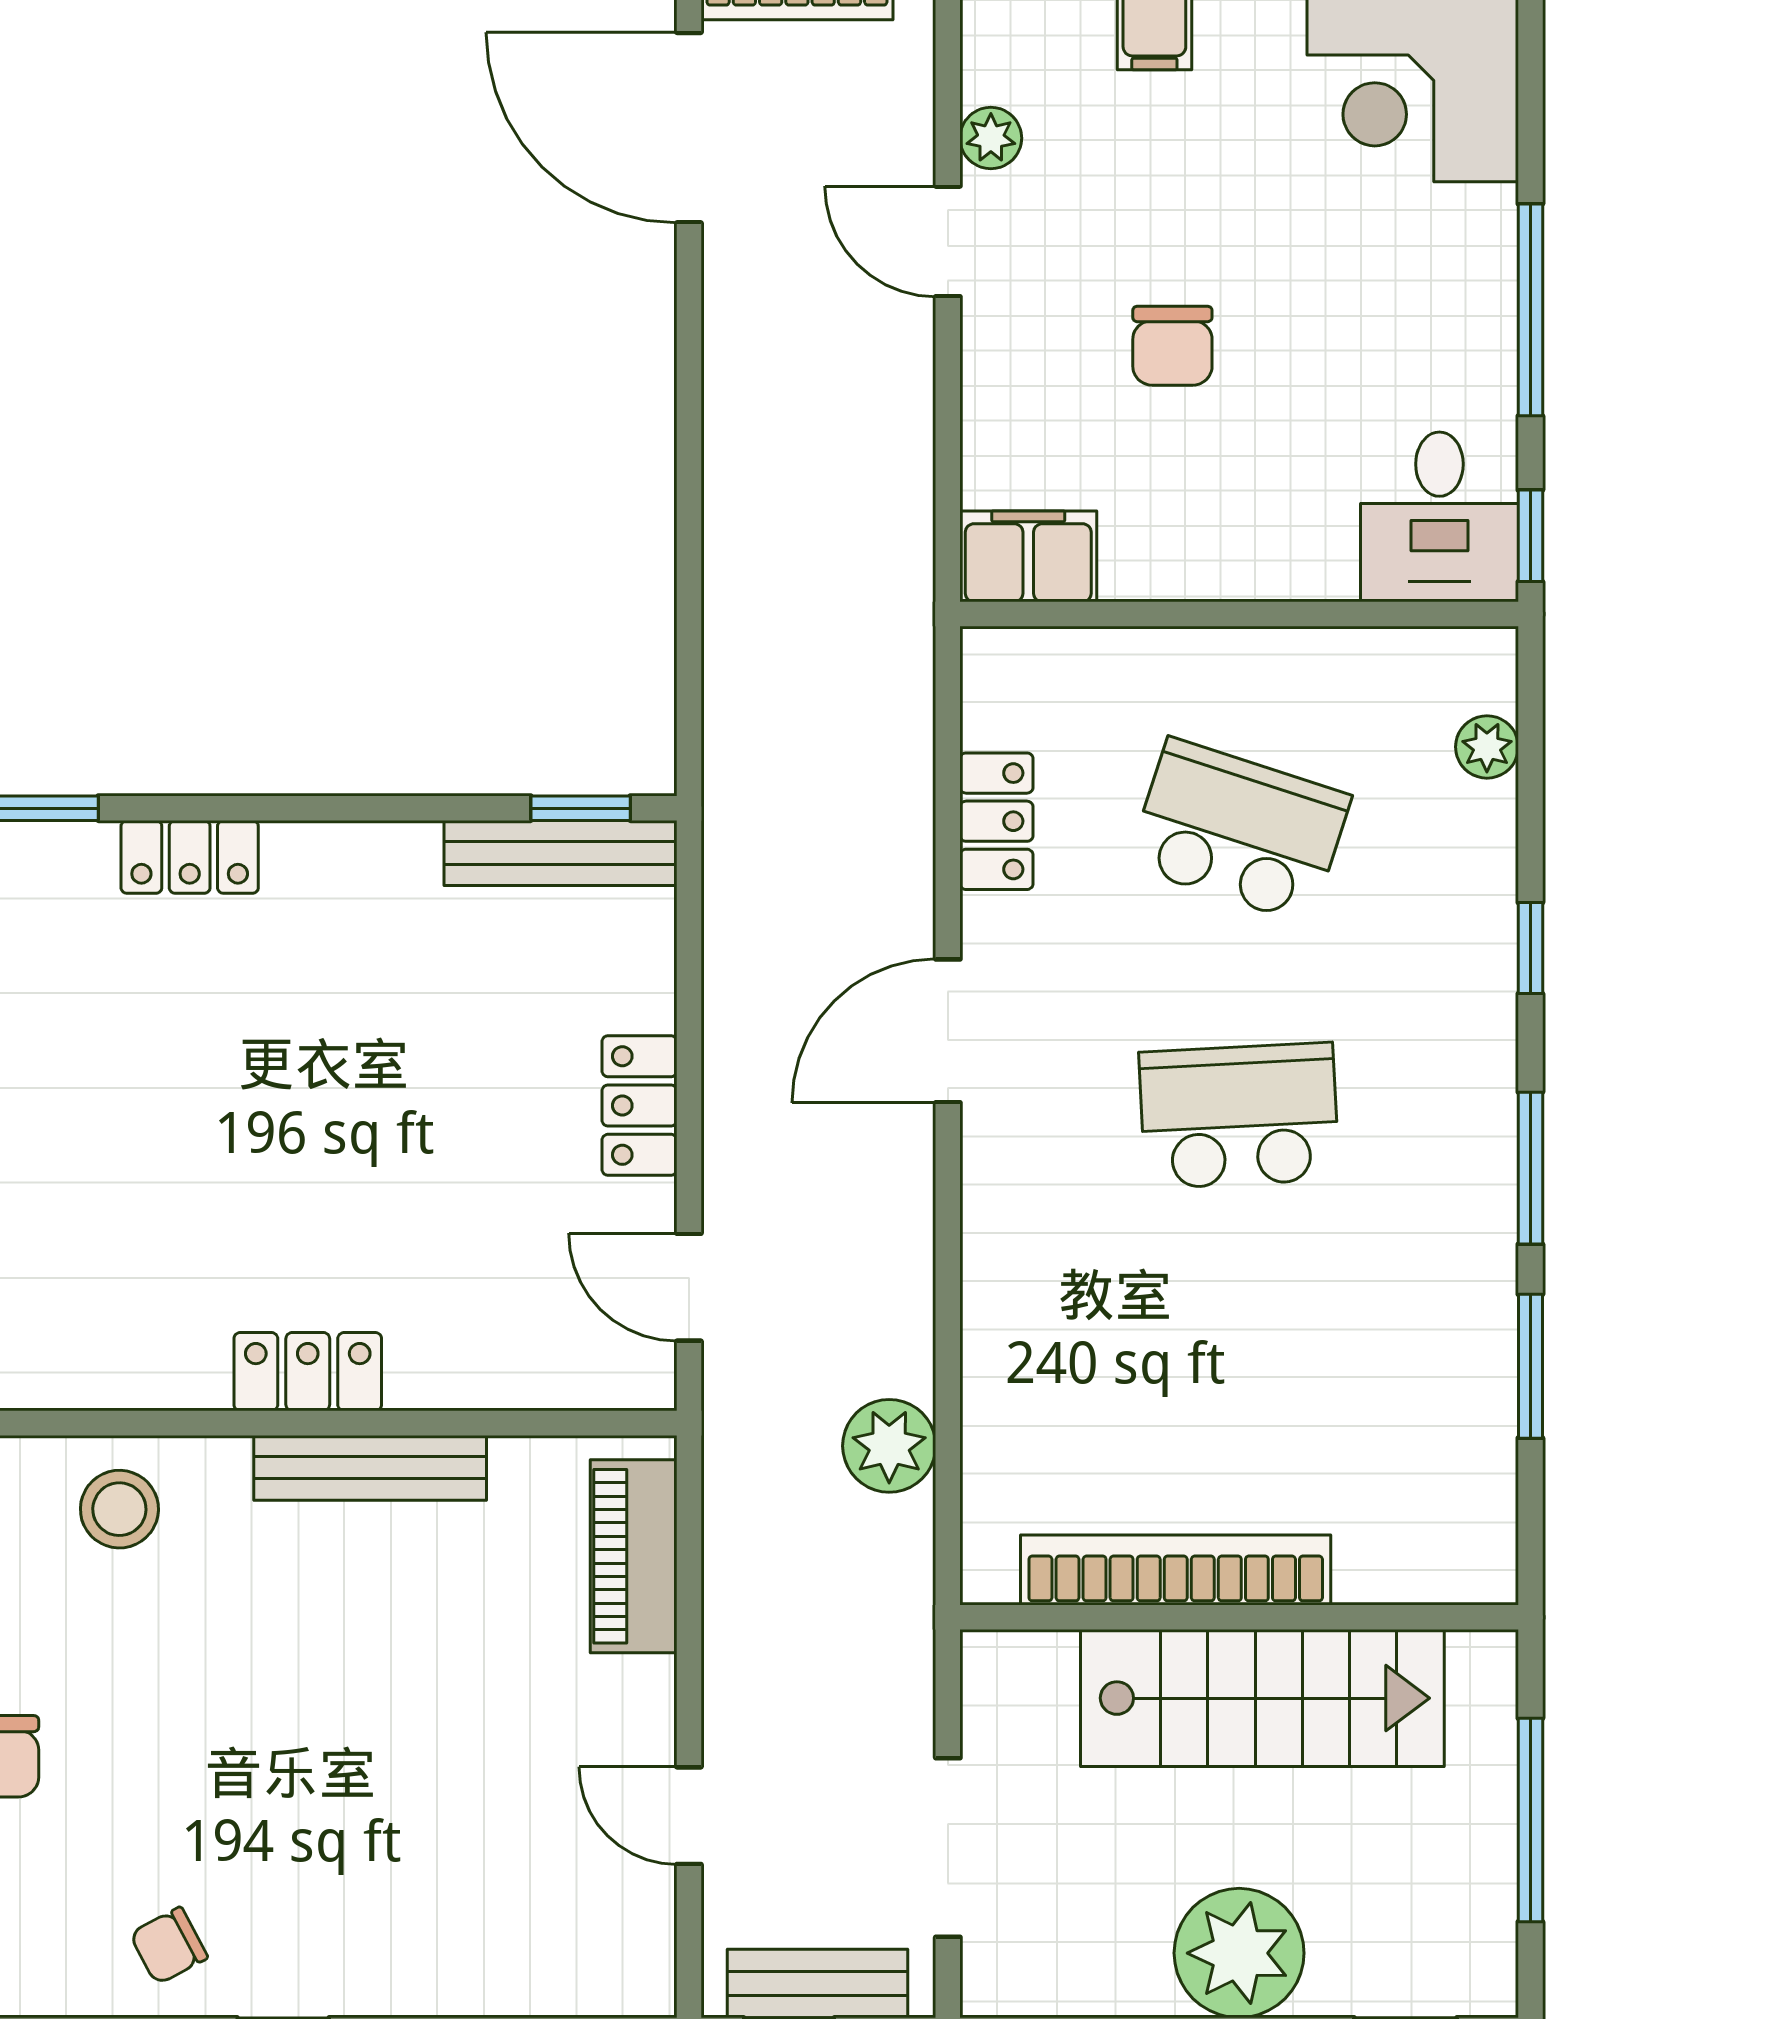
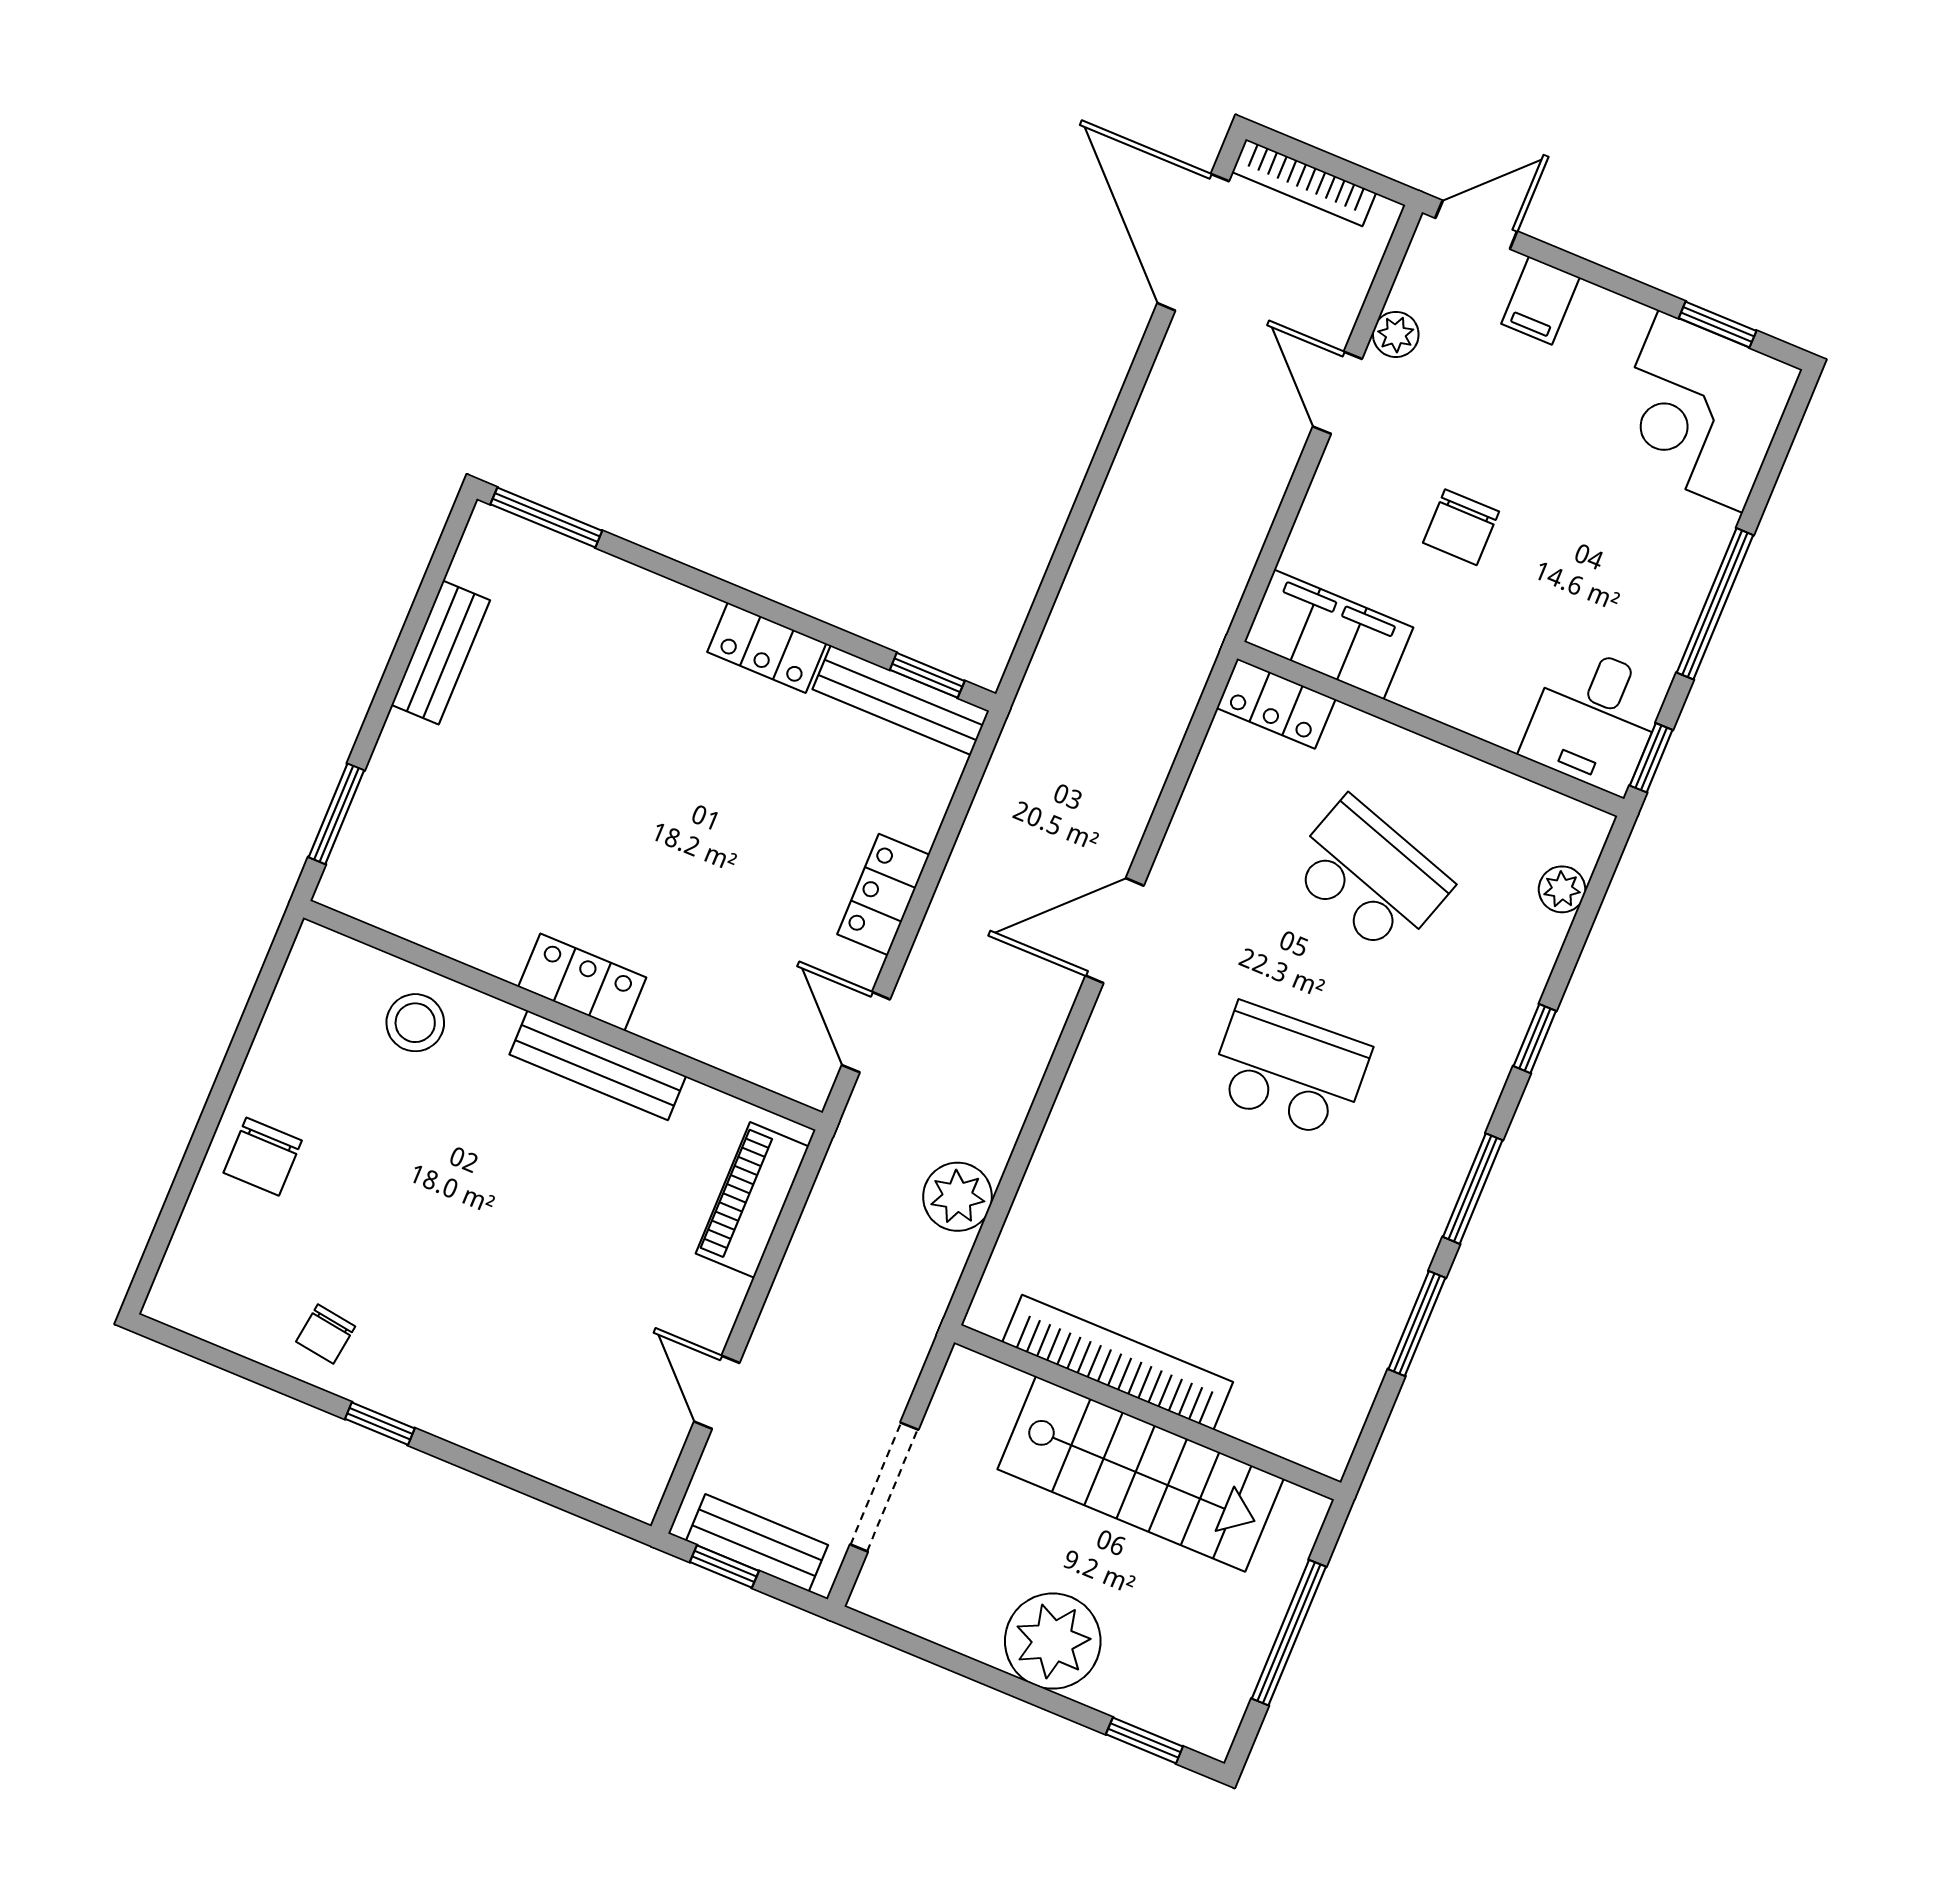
filing cabinet: (1028, 556) -> (1329, 635), width x1.50, depth x1.17
locker: (996, 821) -> (1276, 704), moved, turned 90
locker: (190, 857) -> (767, 648), moved
chair: (169, 1946) -> (326, 1334), turned -54

